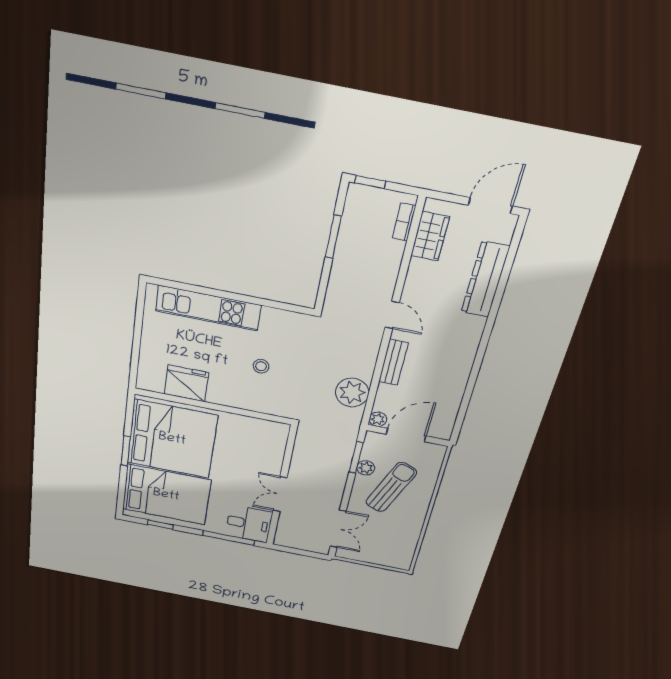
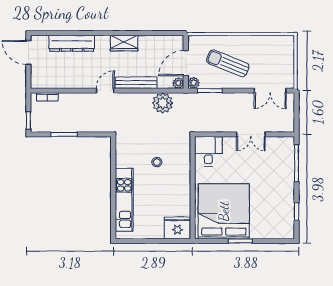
wardrobe: (430, 236) -> (124, 43), moved, turned 180
bench: (393, 362) -> (136, 83), width x1.36
fridge: (186, 383) -> (177, 228), moved, turned 90
door: (406, 435) -> (186, 63), hinge flipped
plant: (366, 468) -> (194, 83), moved
bed: (166, 495) -> (270, 210), removed
desk: (249, 524) -> (208, 151), moved
double door: (338, 529) -> (270, 91), swing flipped

